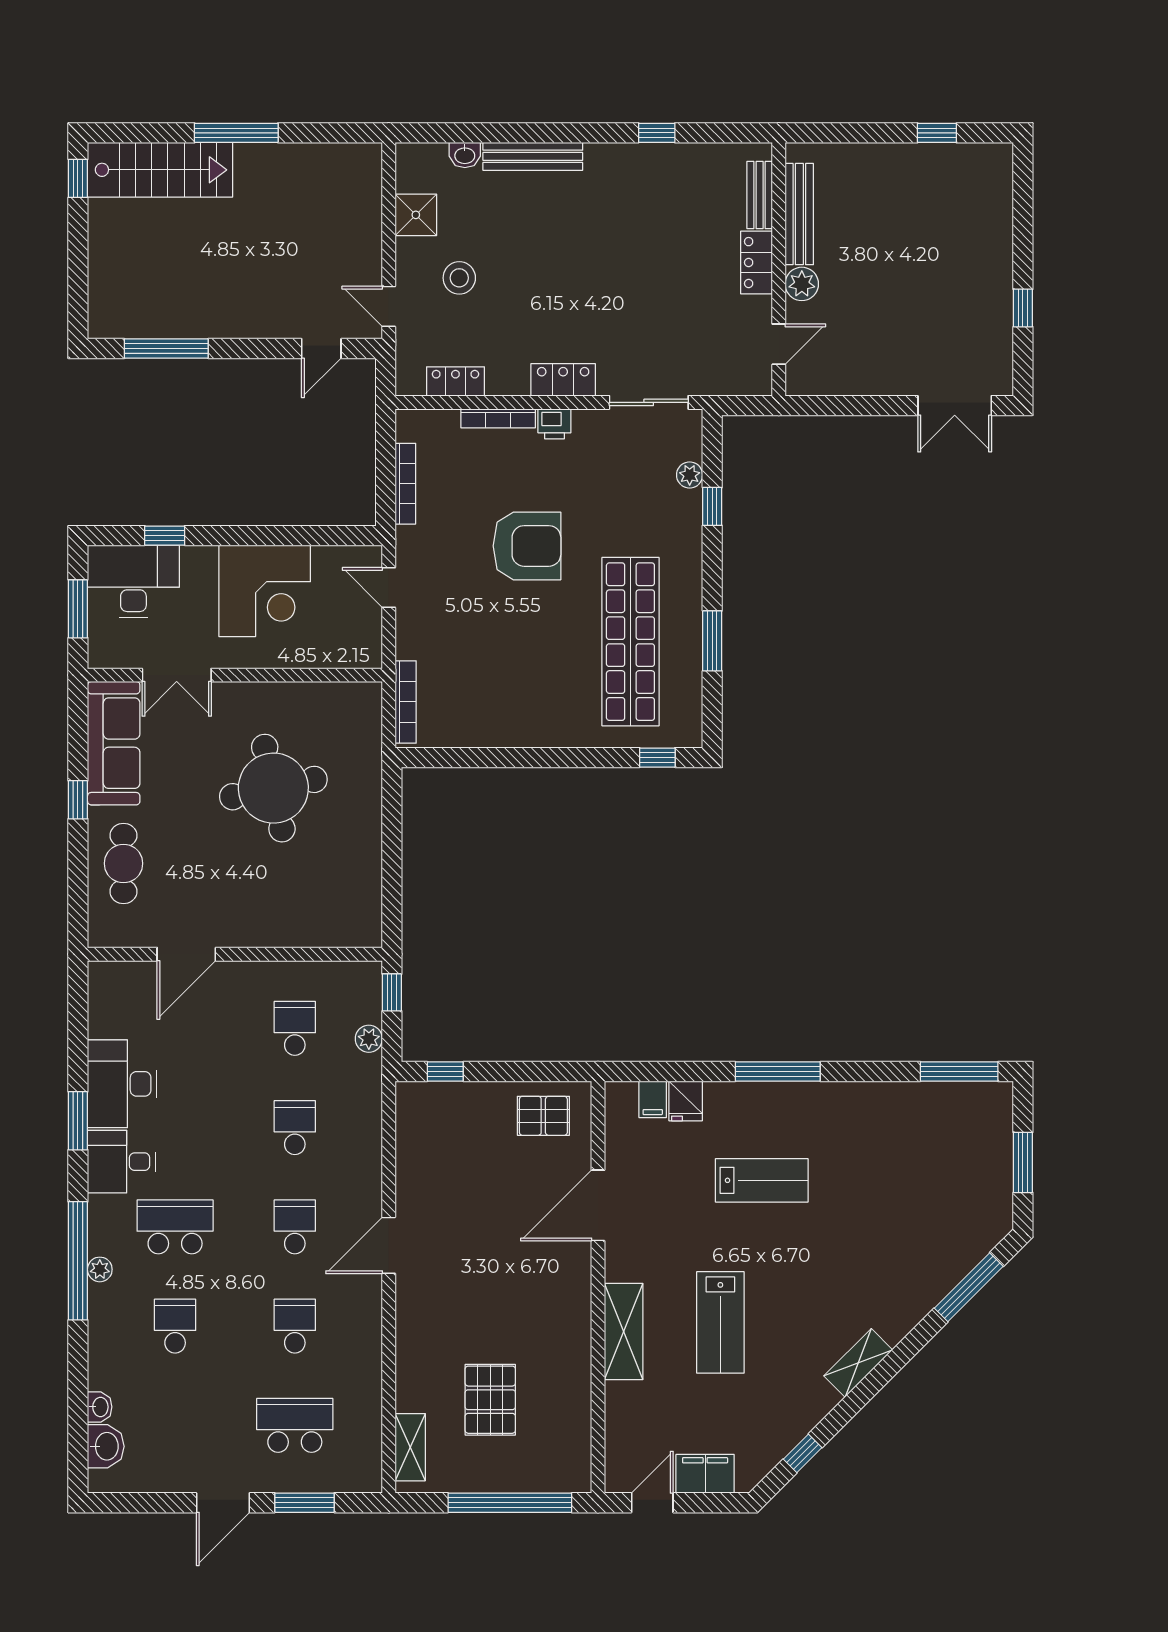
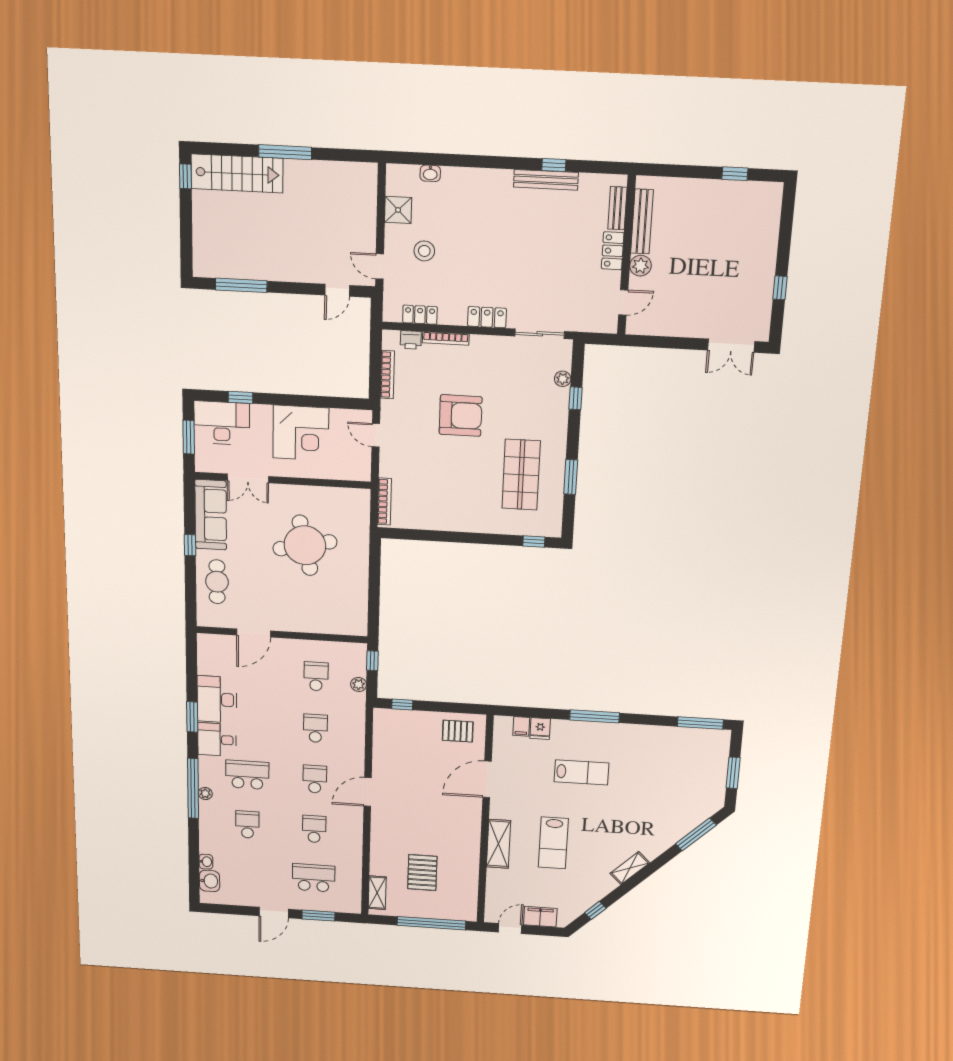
bench: (533, 156) -> (546, 180), moved
printer: (554, 424) -> (411, 340), moved
shop shelf: (630, 642) -> (521, 475), width x0.71

